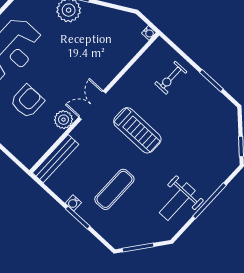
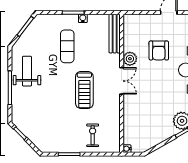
treadmill: (137, 130) -> (84, 90), turned -90

